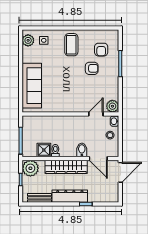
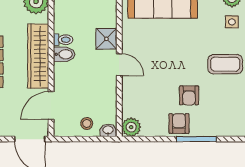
armchair: (101, 50) -> (179, 124), moved, turned 90
door: (96, 114) -> (119, 65), moved
shower: (44, 150) -> (106, 39), moved
bidet: (82, 150) -> (64, 54), moved

